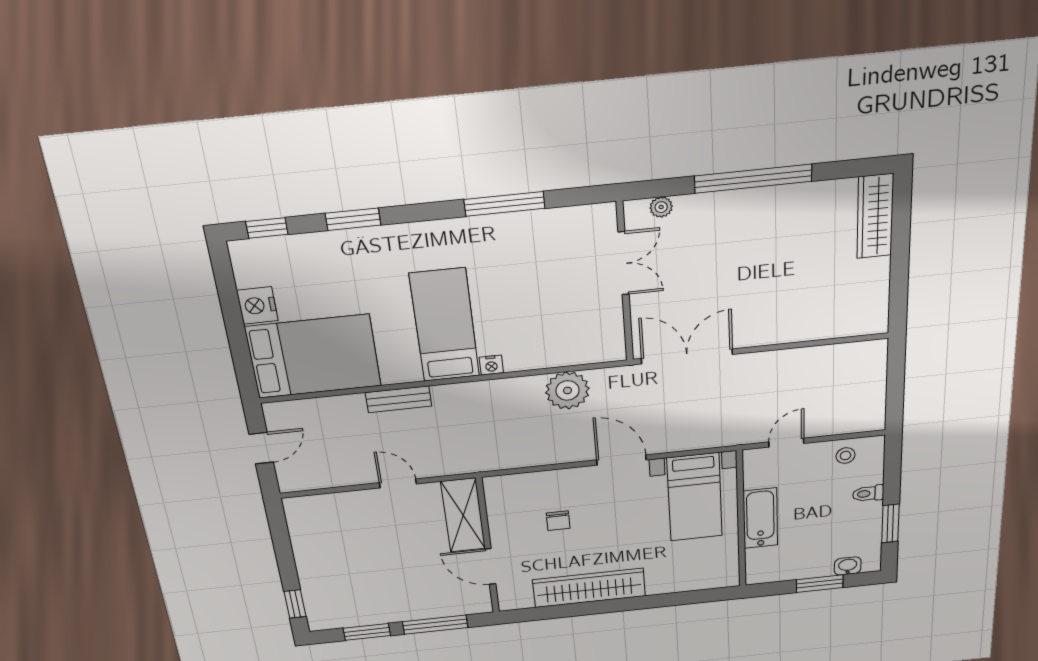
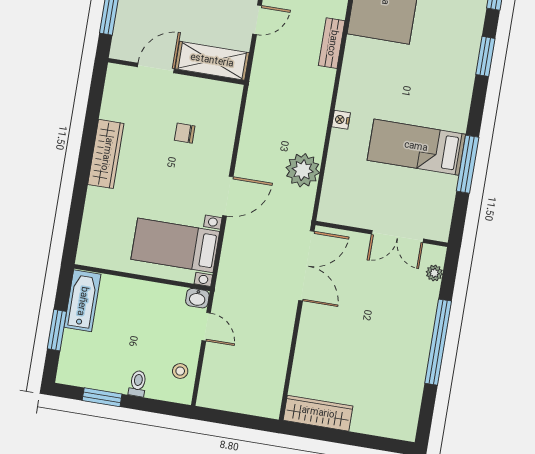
wardrobe: (875, 216) -> (318, 413), moved
bed: (445, 325) -> (416, 147), moved, turned 180
bathtub: (760, 518) -> (82, 301), moved, turned -90
washbasin: (848, 566) -> (197, 298), moved, turned 90
wardrobe: (589, 588) -> (106, 154), width x0.71, depth x0.85

